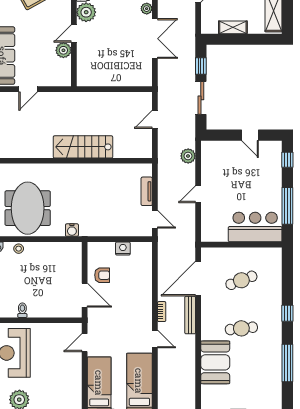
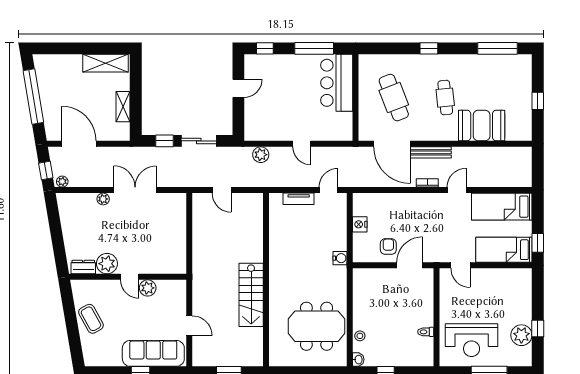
stairs: (83, 147) -> (251, 295), moved
water cooler: (72, 230) -> (340, 258), moved
cafe table: (241, 280) -> (394, 98), width x1.37, depth x1.35
window: (287, 363) -> (498, 48), moved

